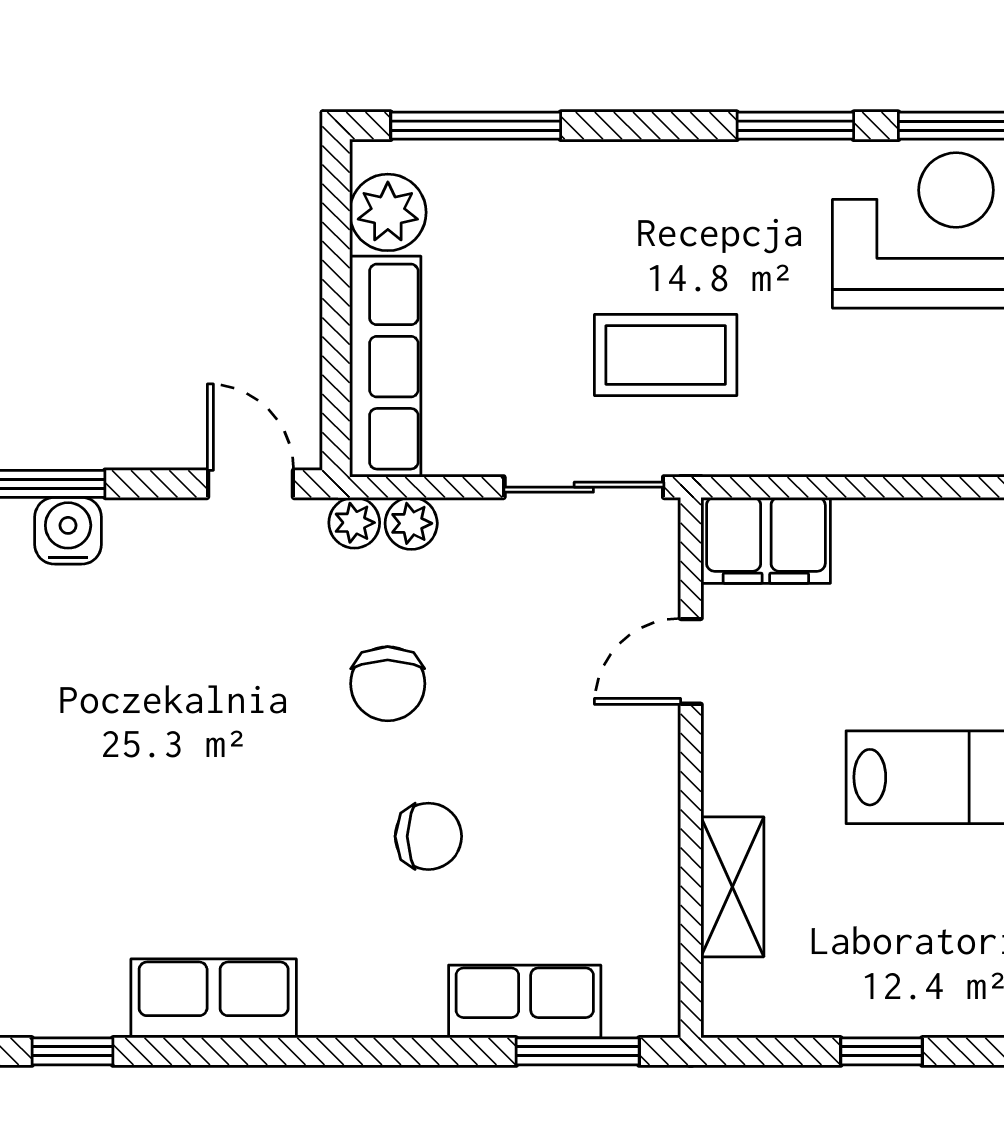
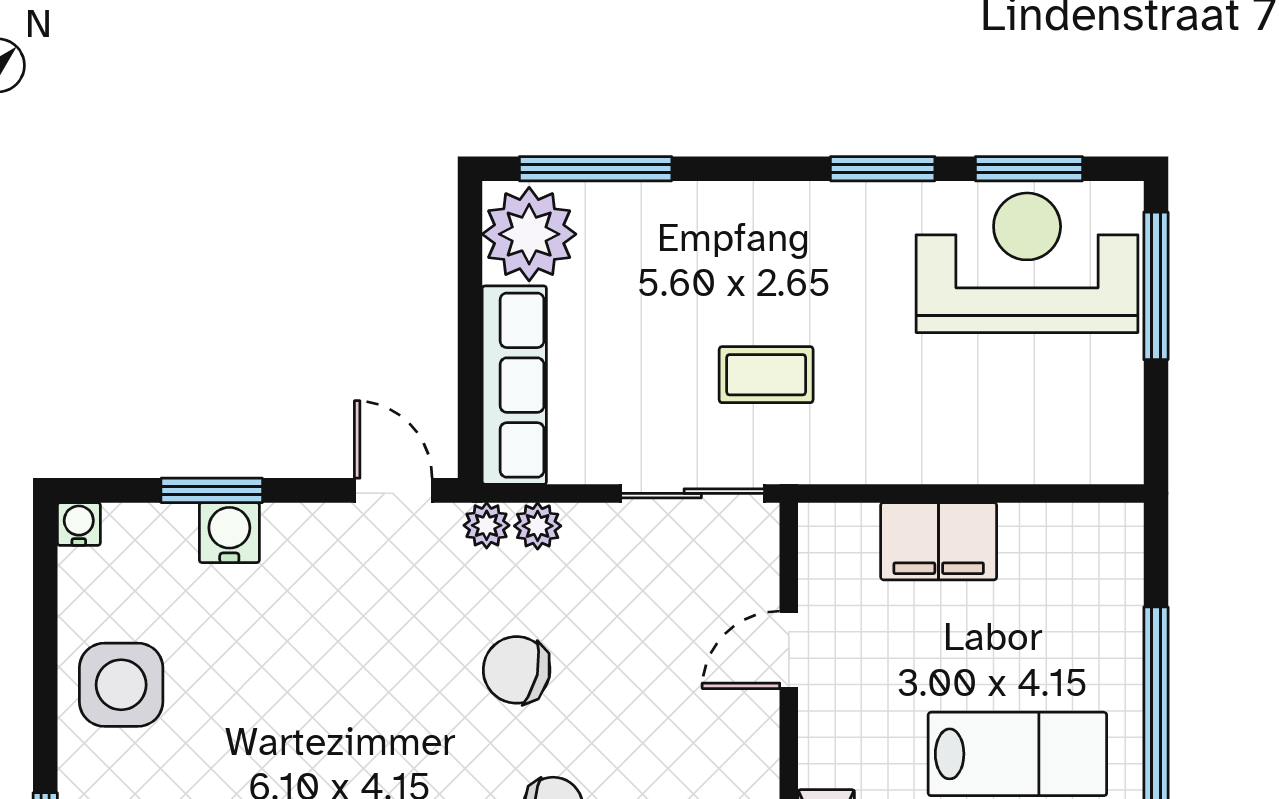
plant: (388, 212) -> (529, 234), width x1.36, depth x1.36
coffee table: (666, 355) -> (766, 375), width x0.73, depth x0.77
filing cabinet: (766, 540) -> (939, 541), moved
chair: (388, 684) -> (517, 670), turned 103

